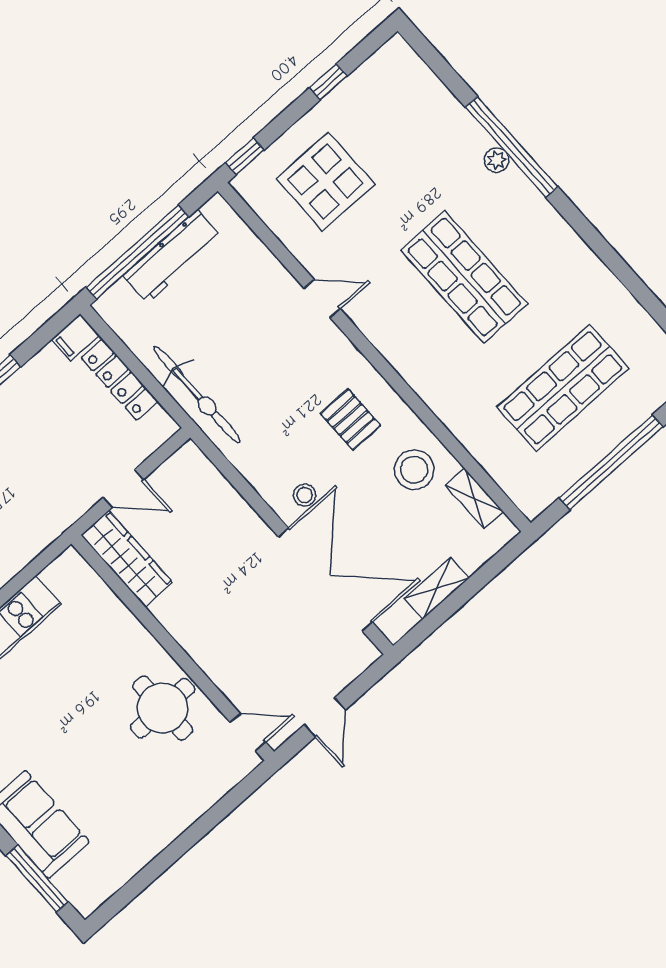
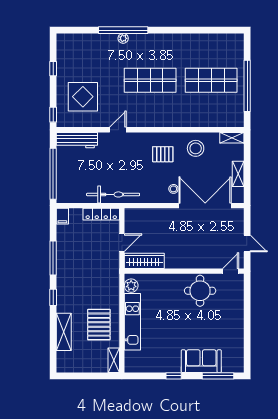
workbench: (172, 257) -> (77, 140), moved, turned 90
locker: (120, 380) -> (101, 214), moved
shop shelf: (563, 388) -> (211, 80), turned 90
shelving: (474, 498) -> (232, 138), moved
plant: (61, 575) -> (131, 286), added

